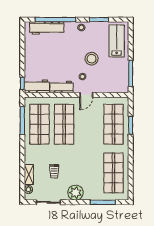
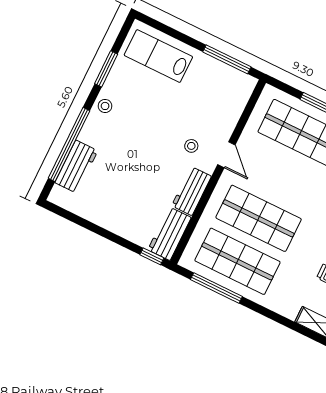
workbench: (47, 28) -> (76, 167), width x0.73
stool: (92, 59) -> (168, 115), removed

